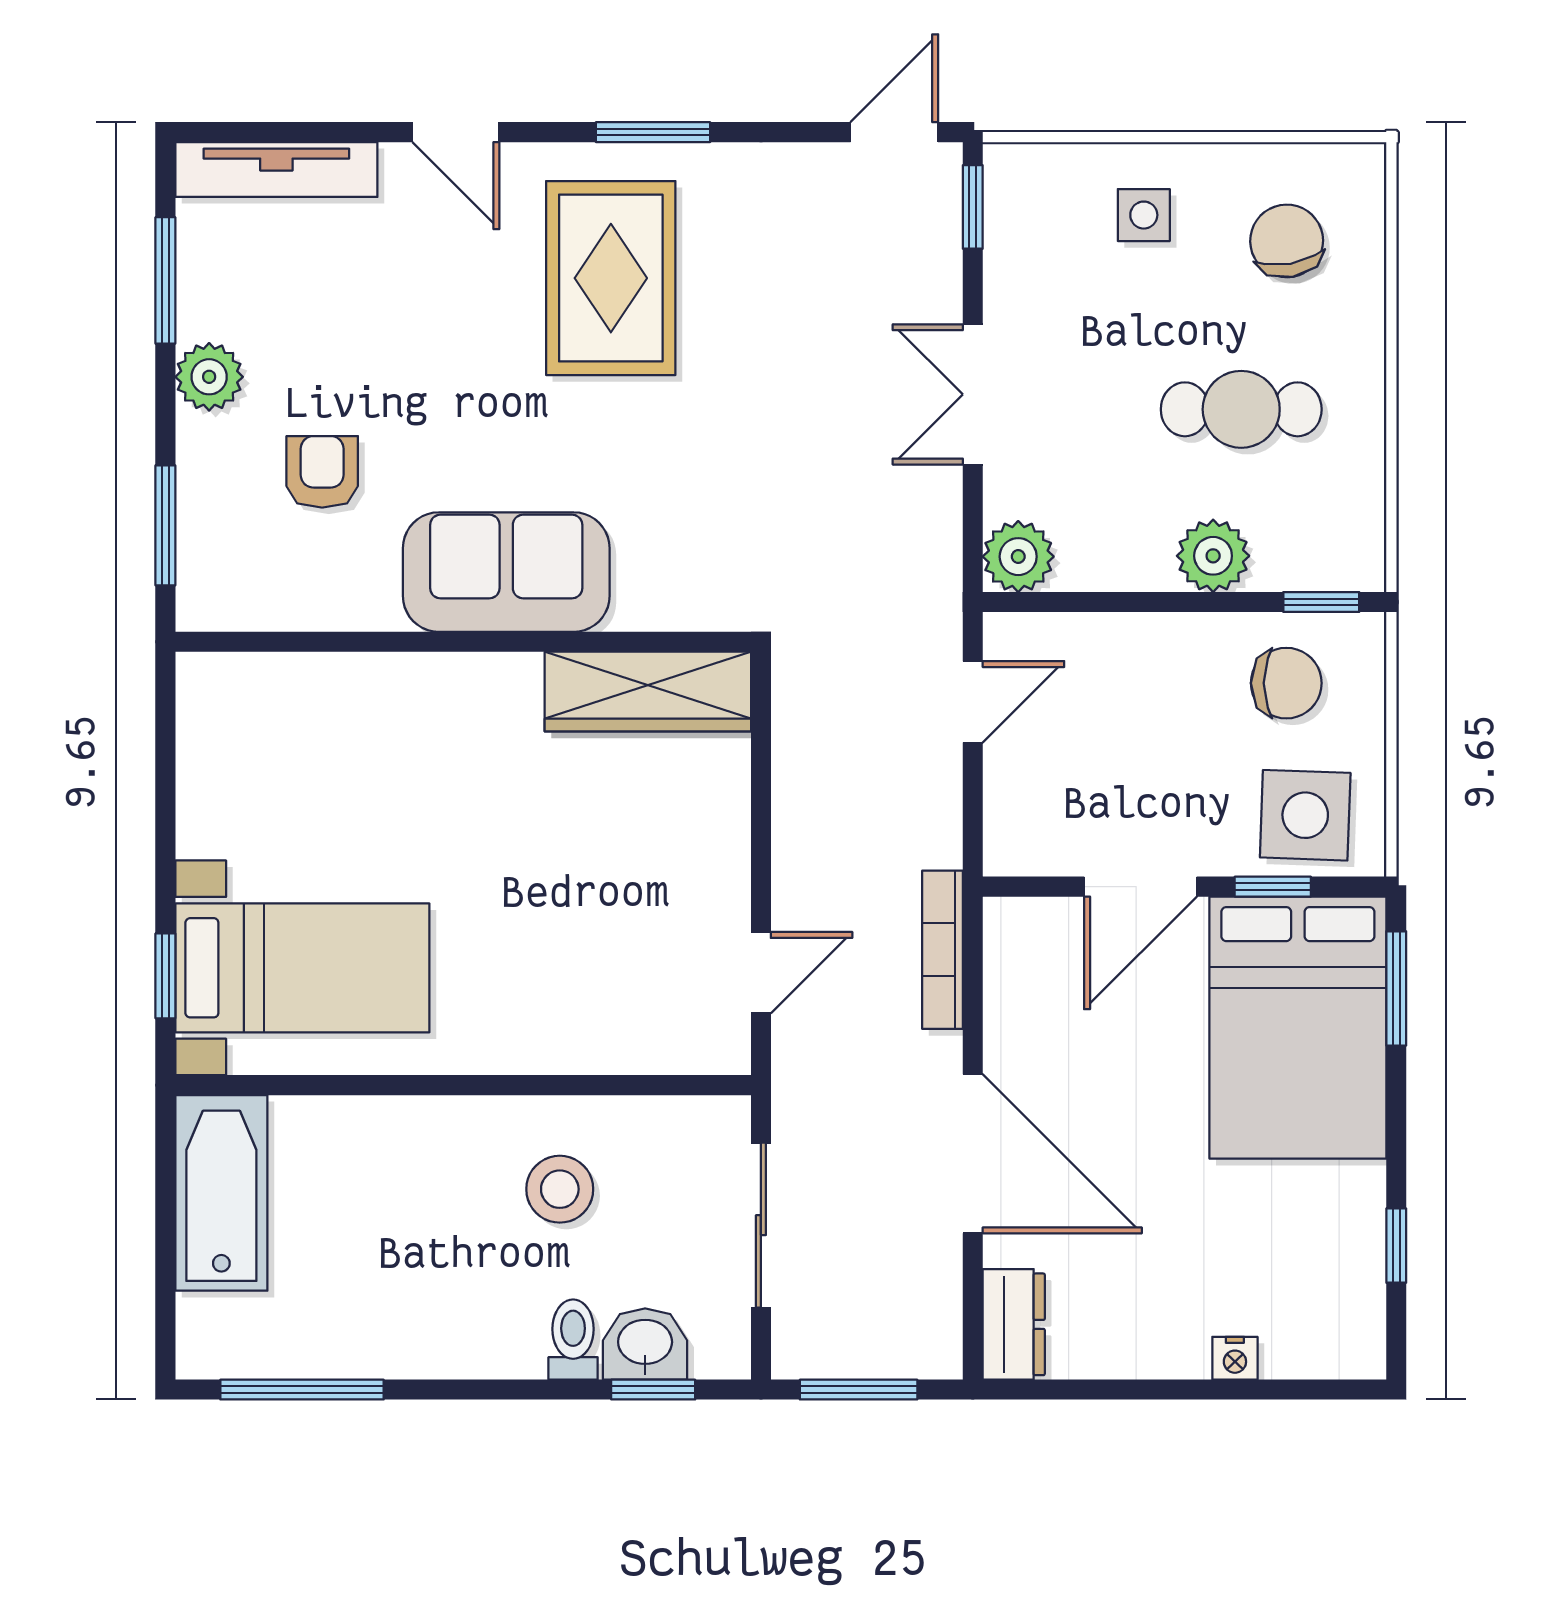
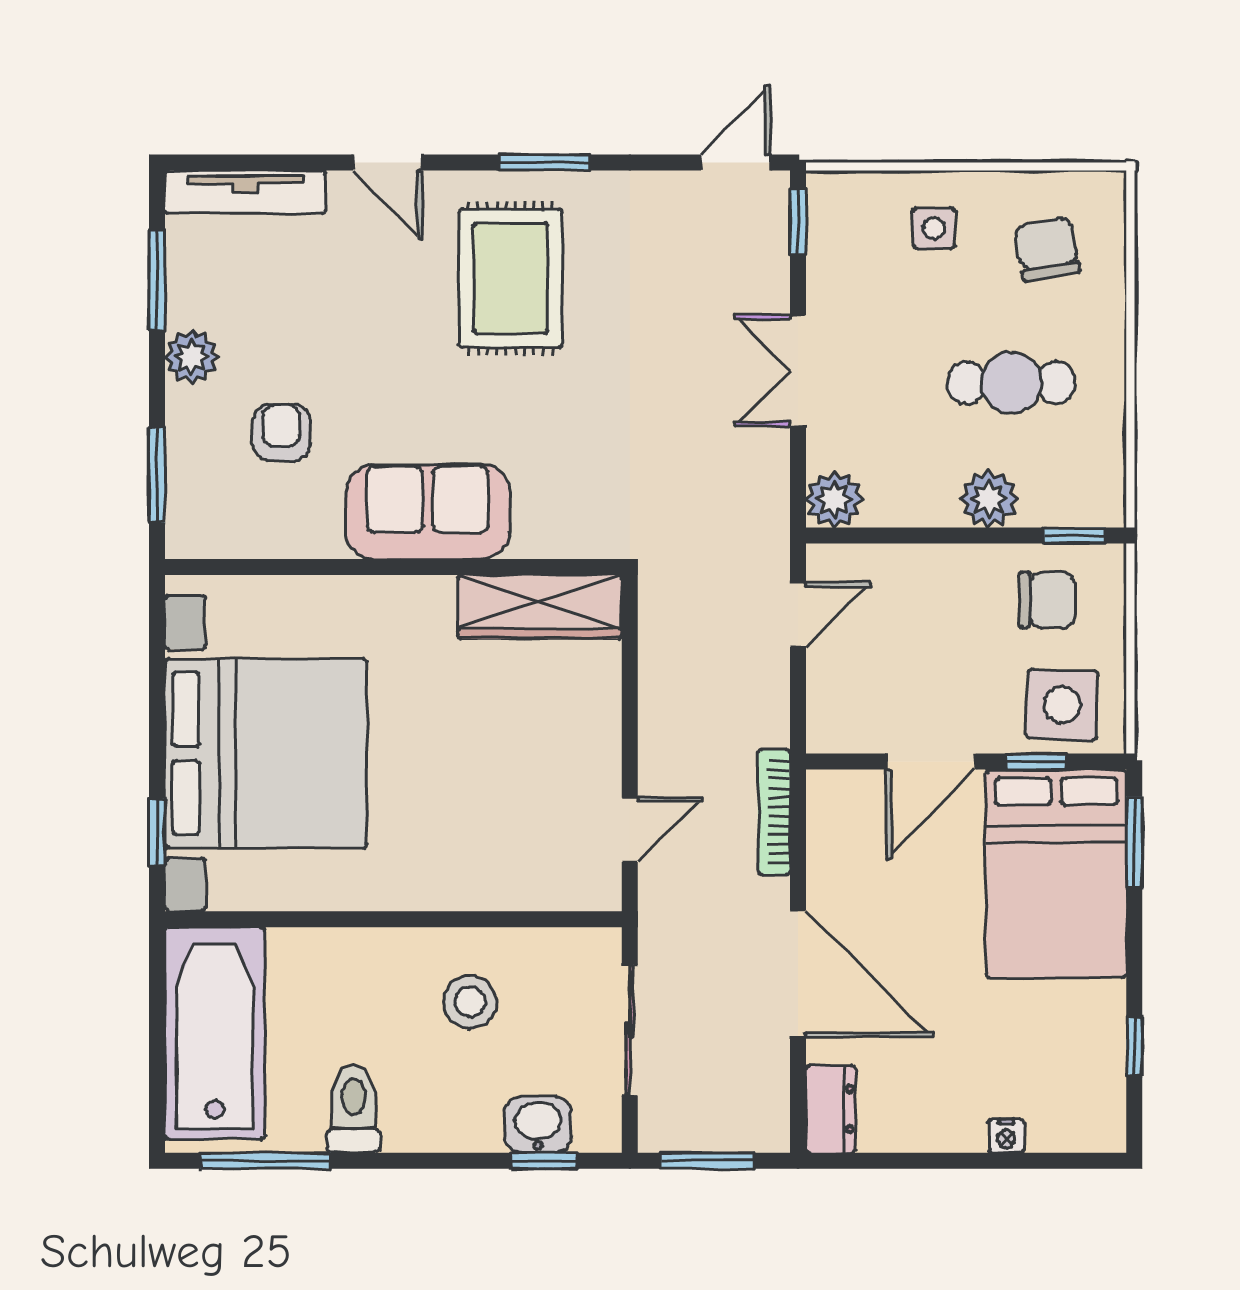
bed with nightstands: (302, 968) -> (266, 753), width x1.85
bathtub: (221, 1193) -> (215, 1033), width x1.36, depth x1.36
toilet: (573, 1340) -> (354, 1109), moved, width x1.37, depth x1.39

